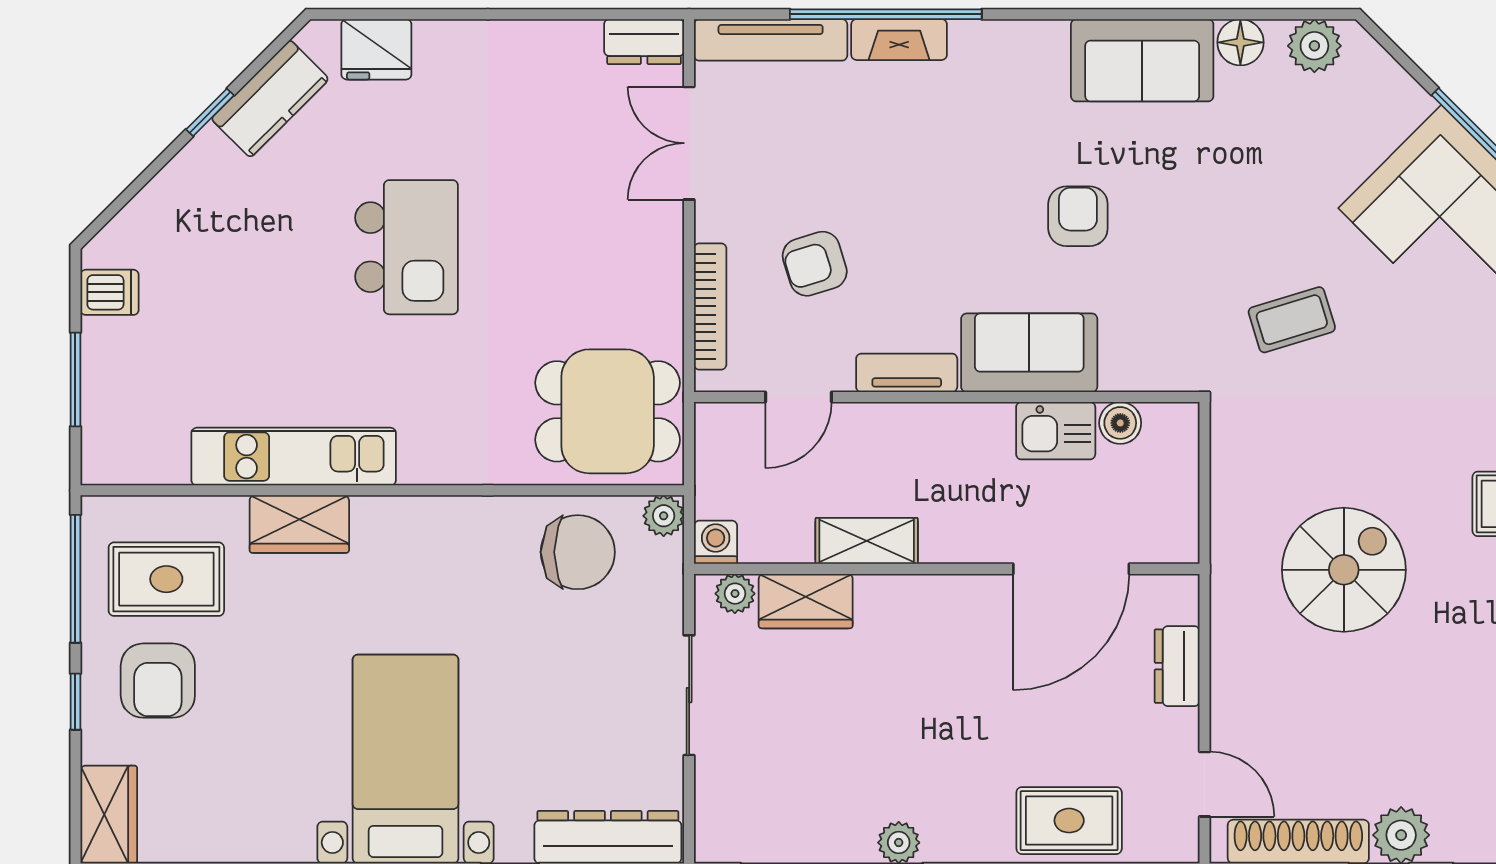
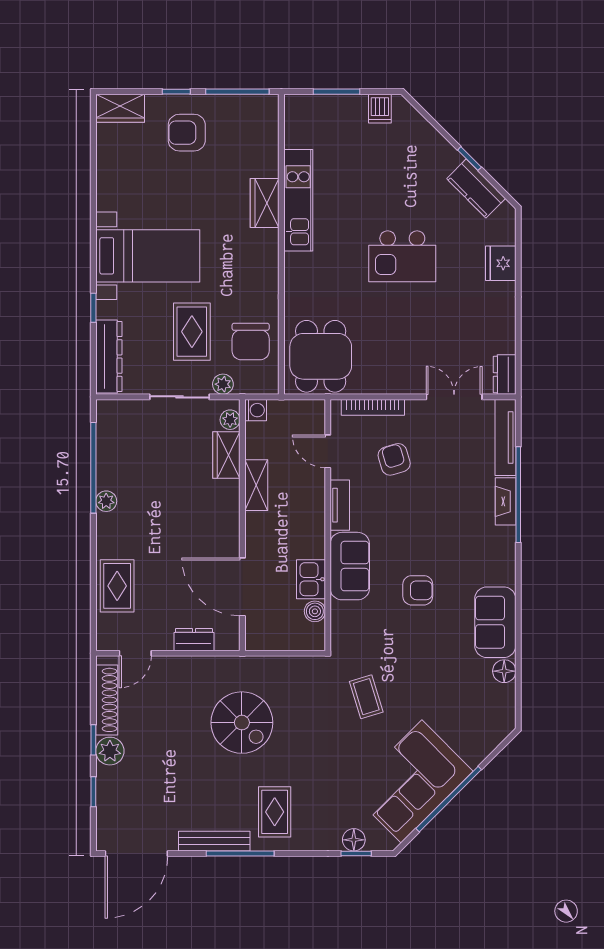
plant: (1314, 46) -> (503, 708), removed
fridge: (376, 49) -> (501, 263), moved
plant: (664, 516) -> (223, 384), moved
rug: (166, 579) -> (192, 332), moved

